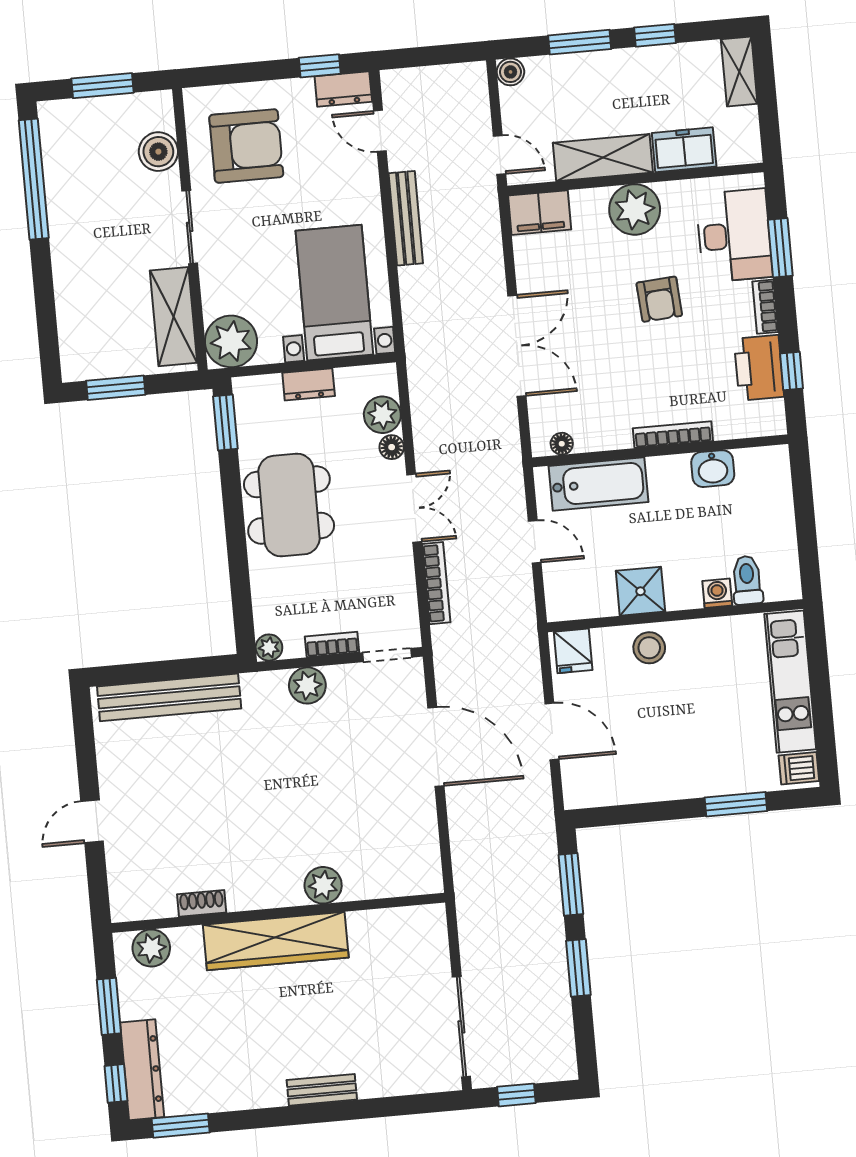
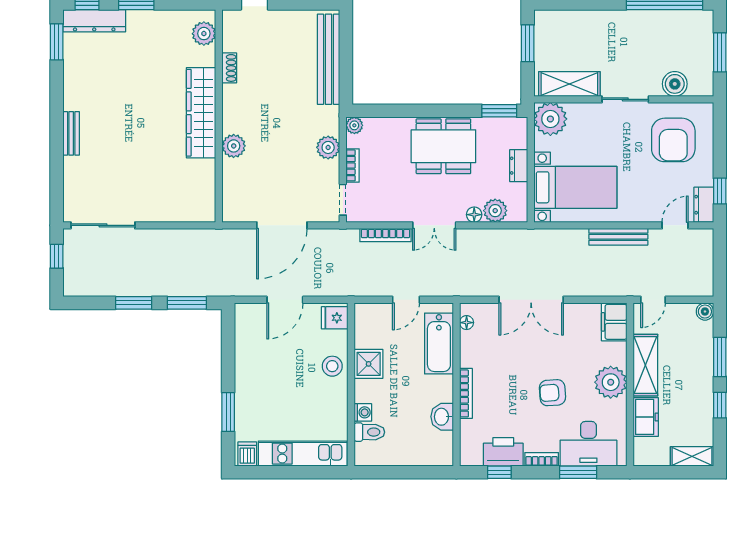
plant: (323, 885) -> (234, 146), moved
shoe rack: (202, 903) -> (229, 68), moved
wall: (278, 913) -> (219, 116), moved
wardrobe: (276, 941) -> (201, 113), moved
plant: (151, 948) -> (204, 34), moved

